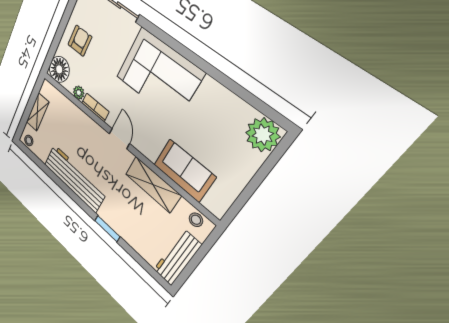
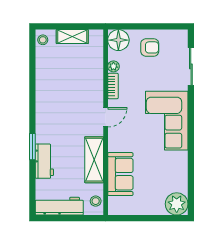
workbench: (75, 178) -> (44, 161), moved, width x0.53, depth x0.76

